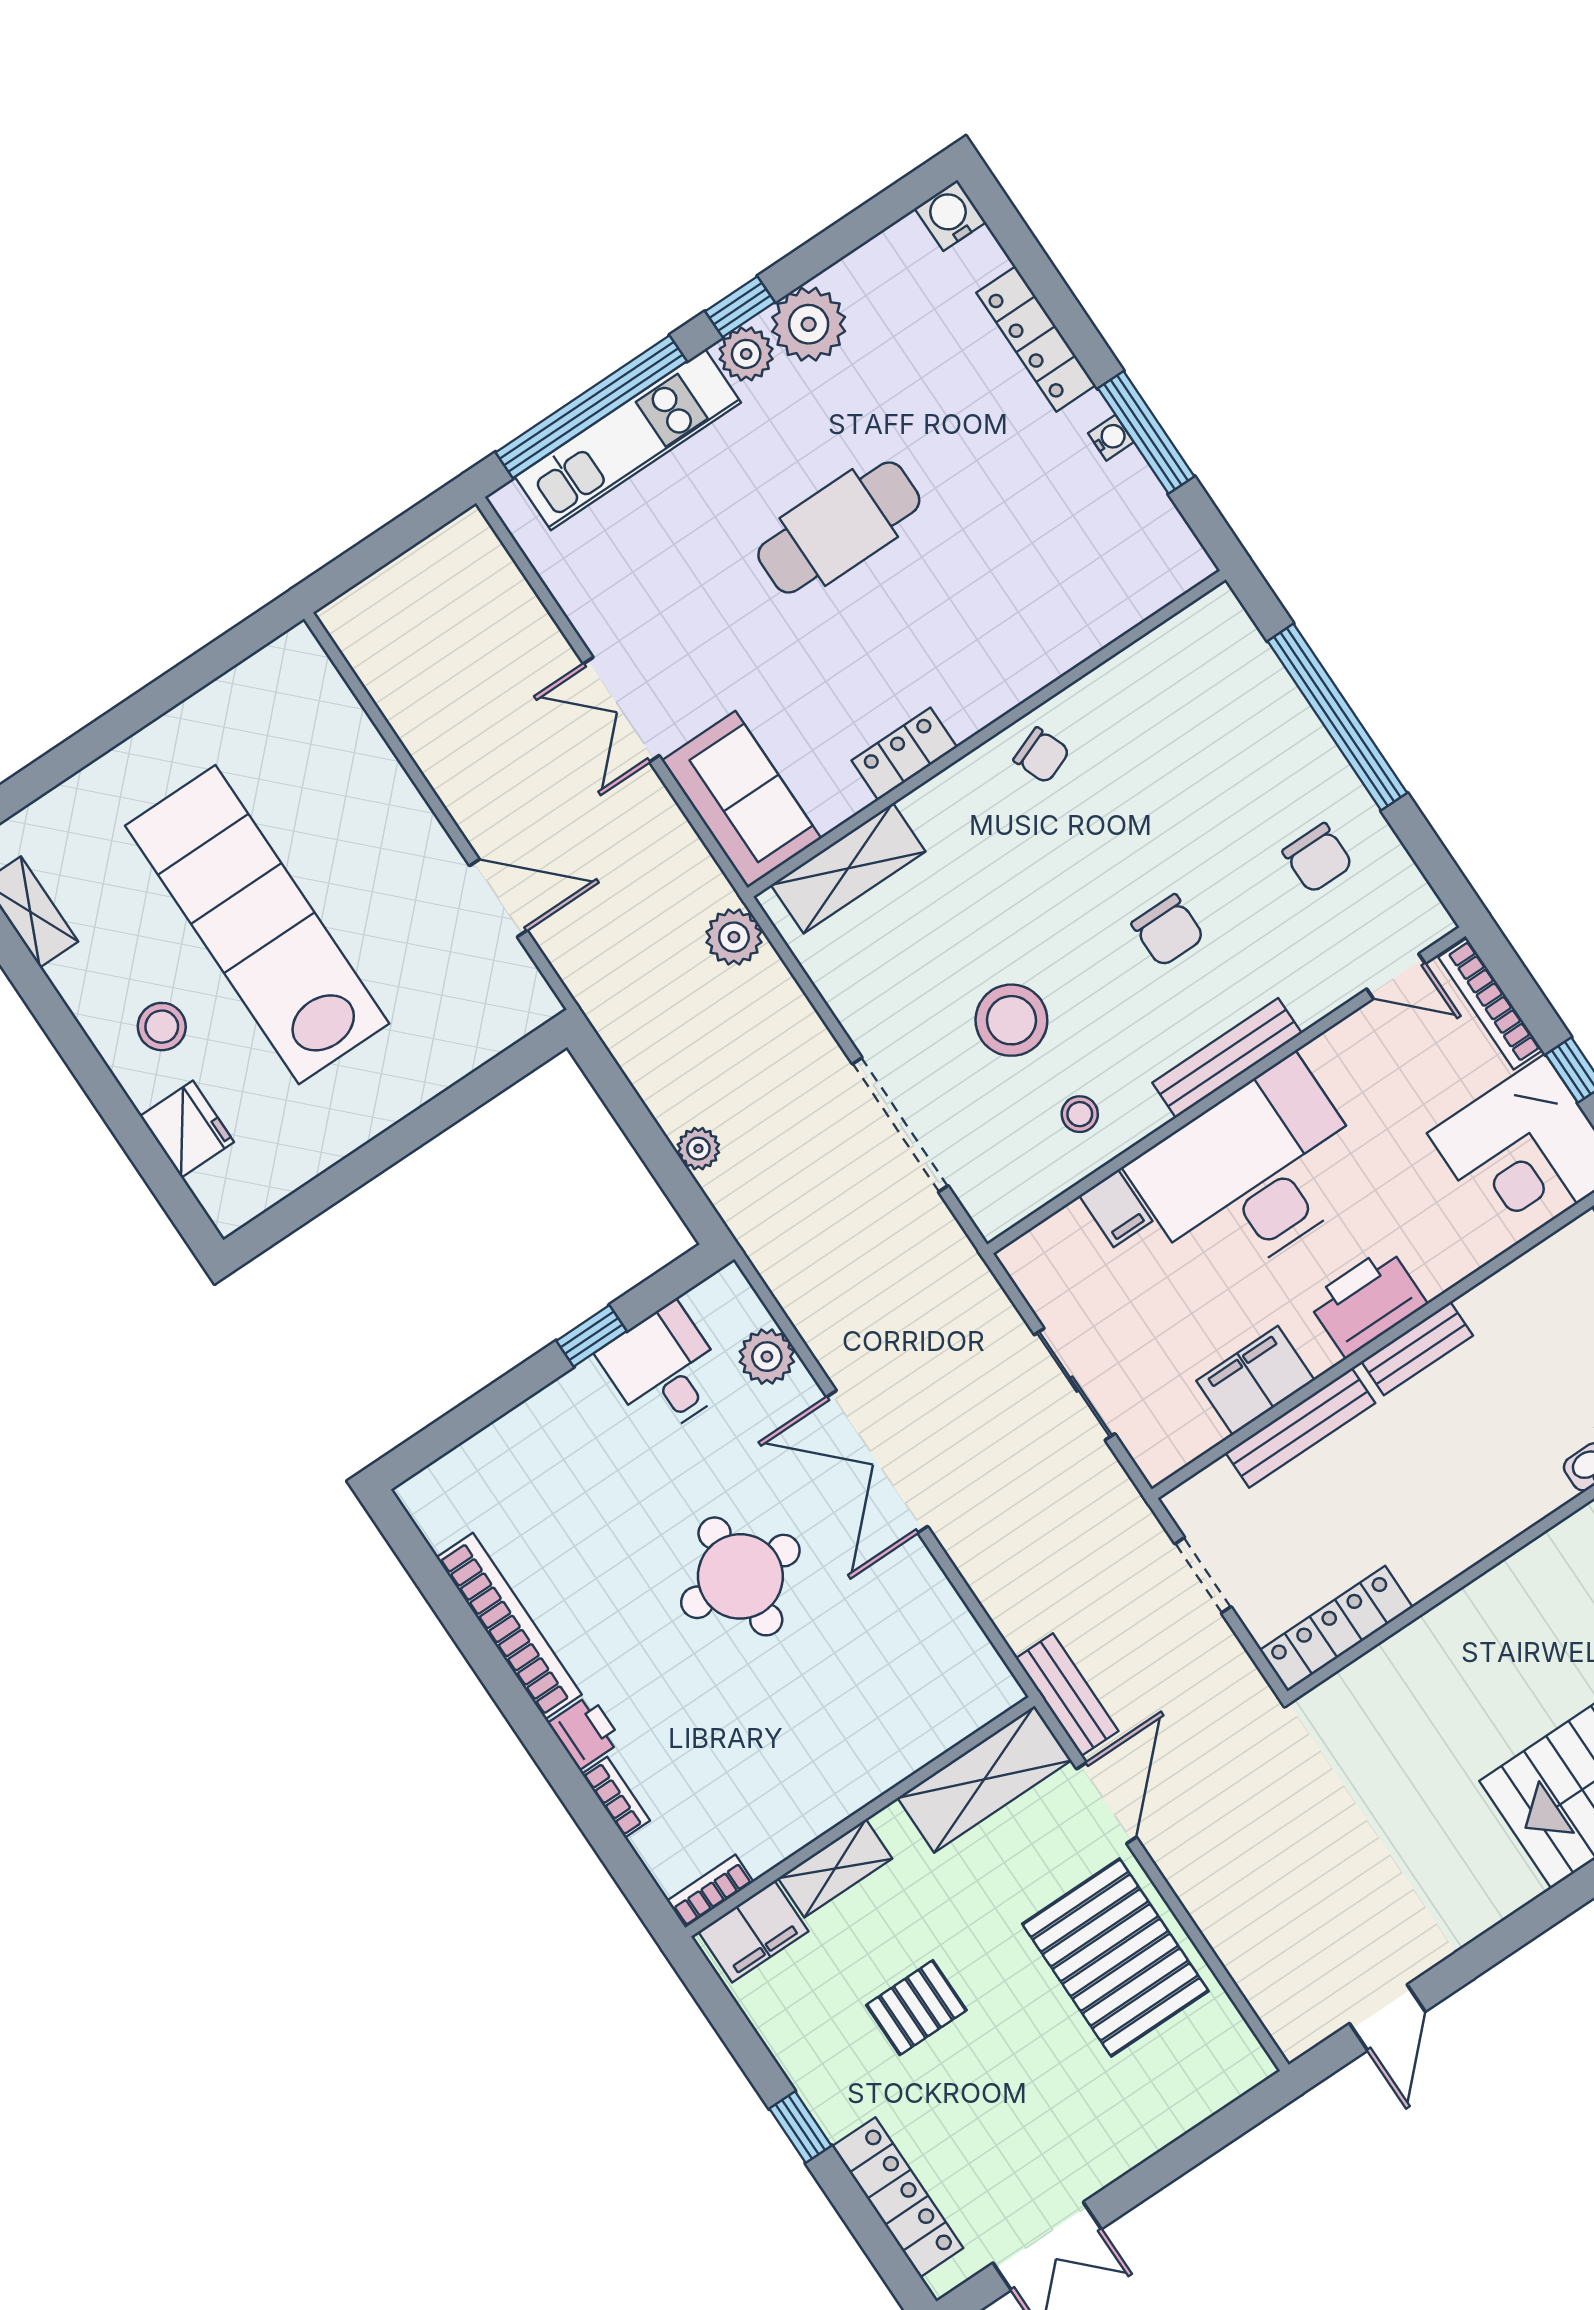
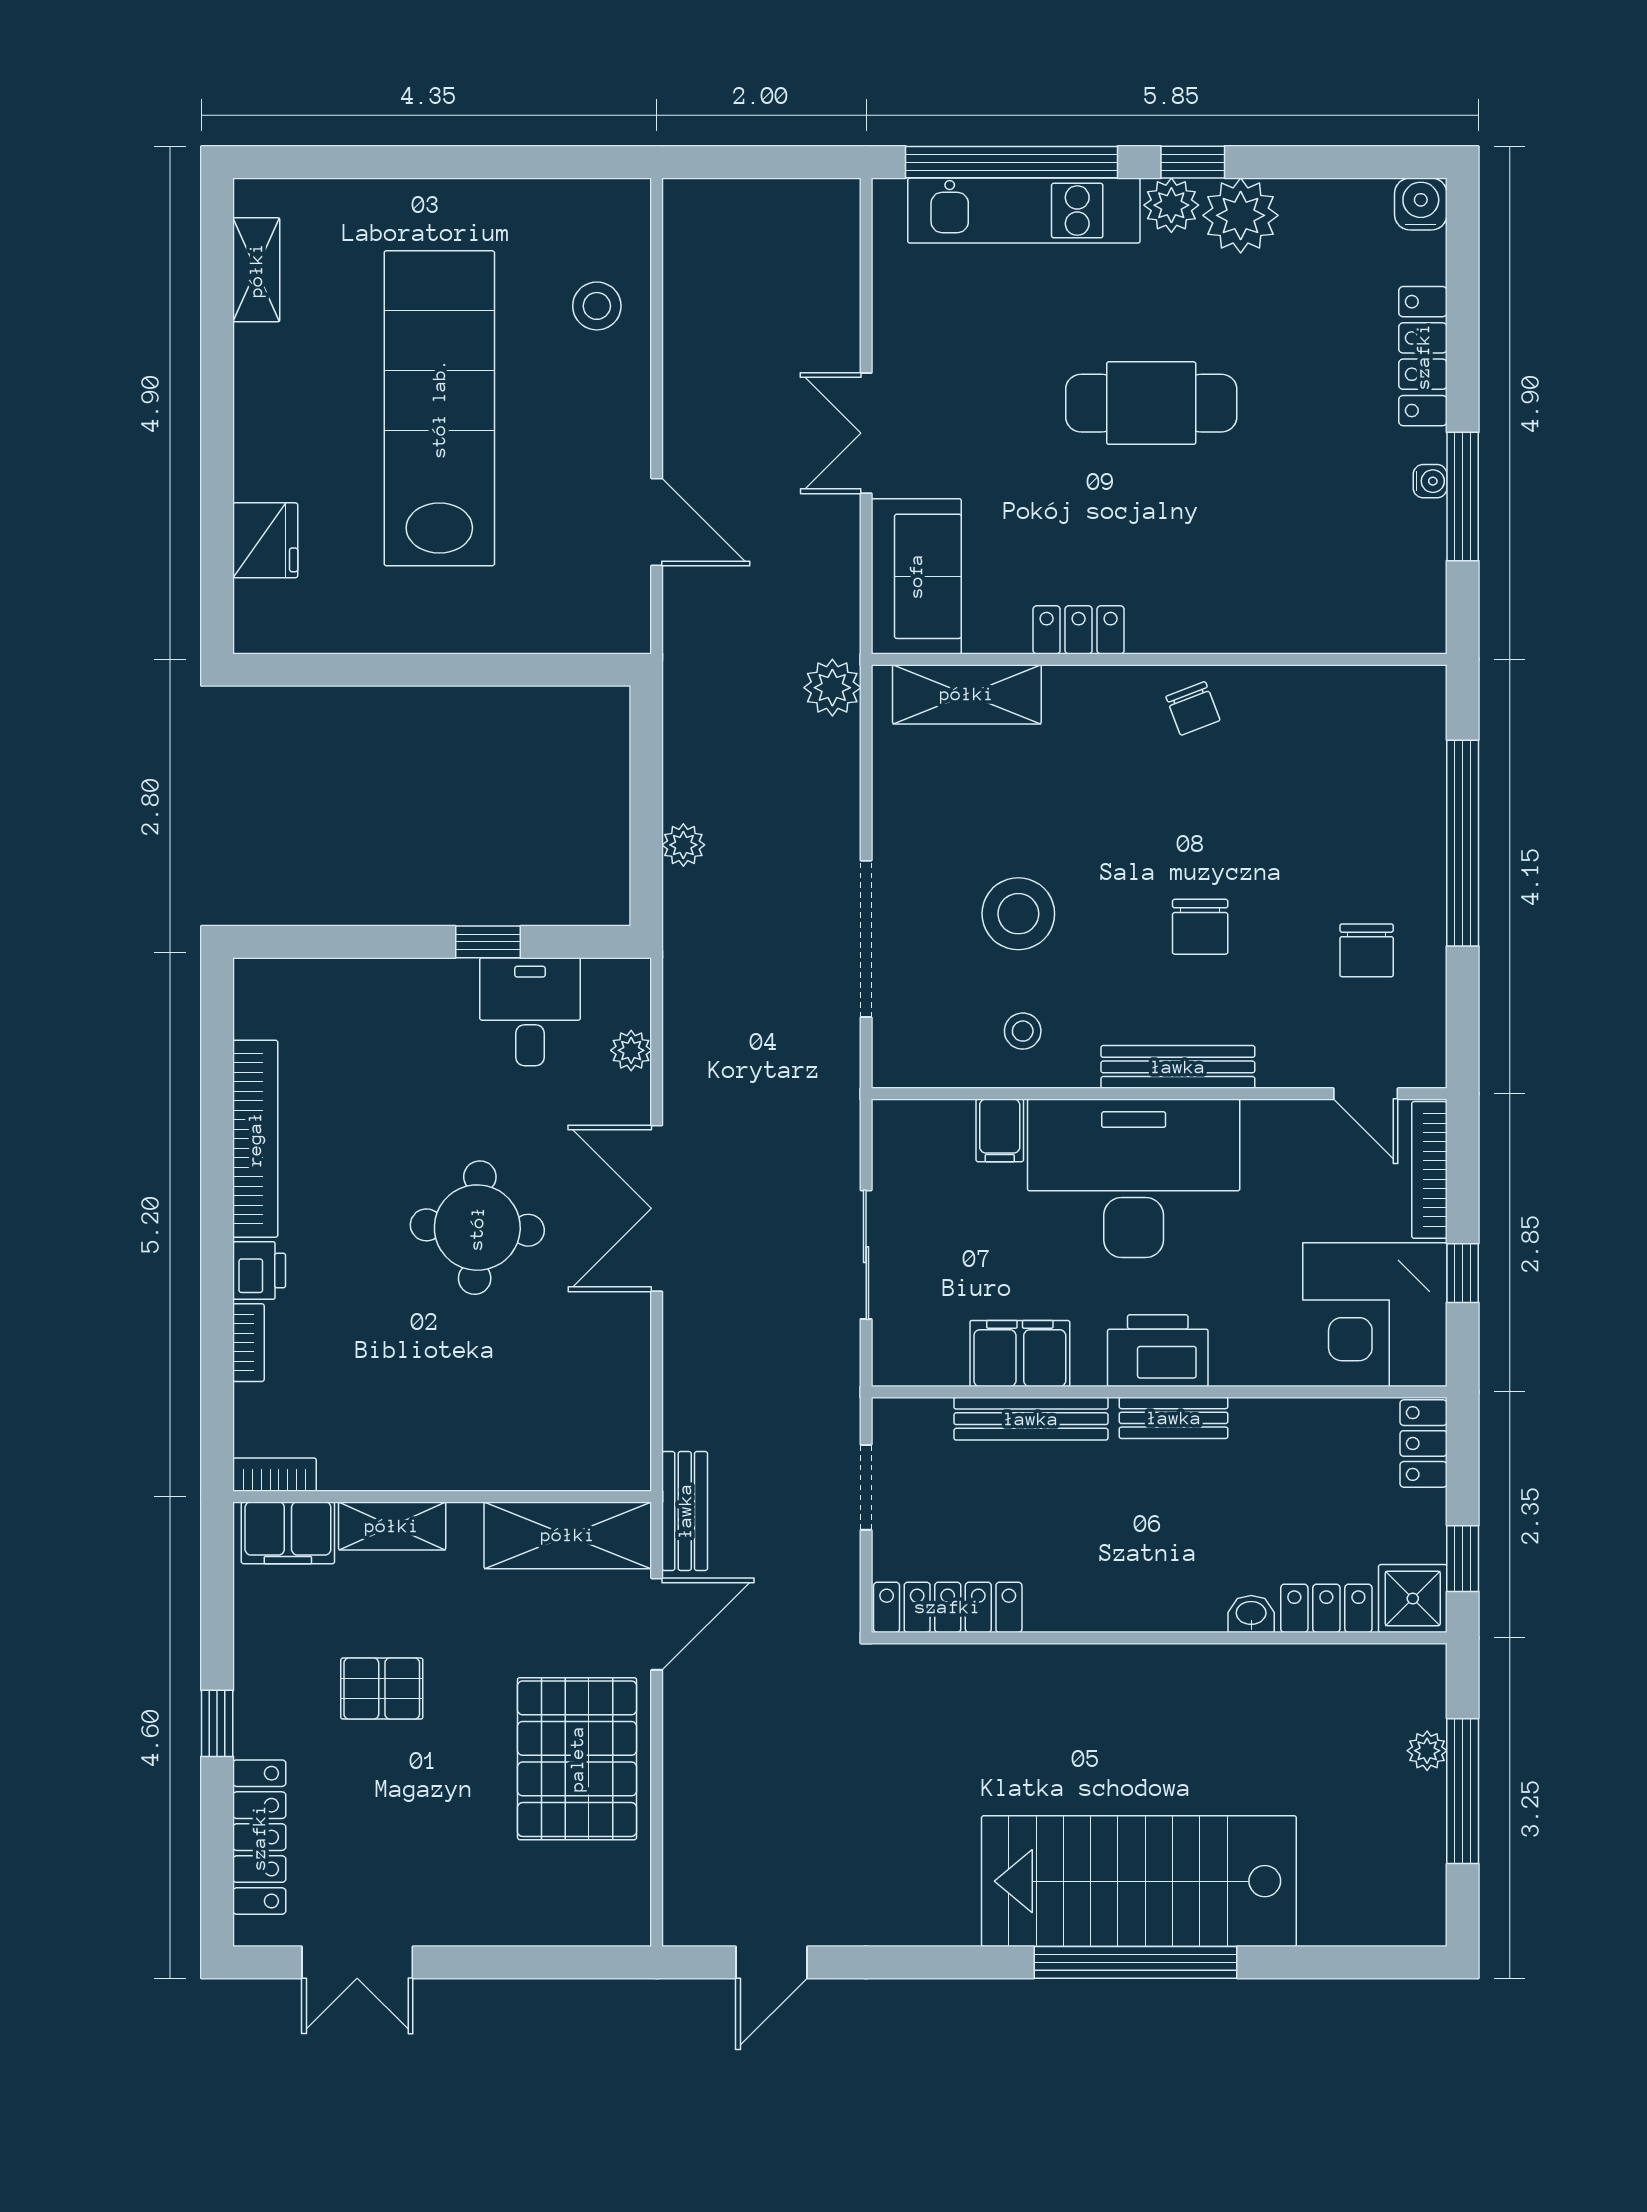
stool: (162, 1027) -> (597, 306), moved
plant: (767, 1357) -> (631, 1050), width x0.73, depth x0.73

